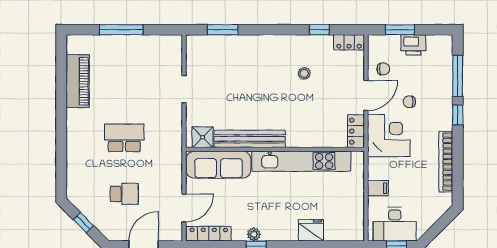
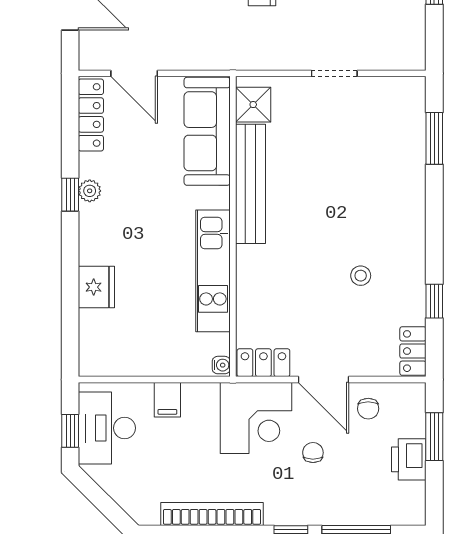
water cooler: (357, 156) -> (221, 365), added
kitchen unit: (301, 161) -> (213, 271), width x0.73

